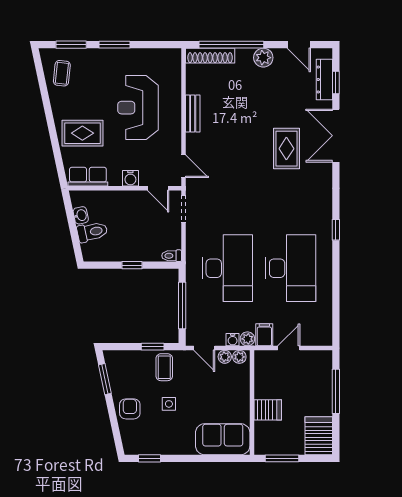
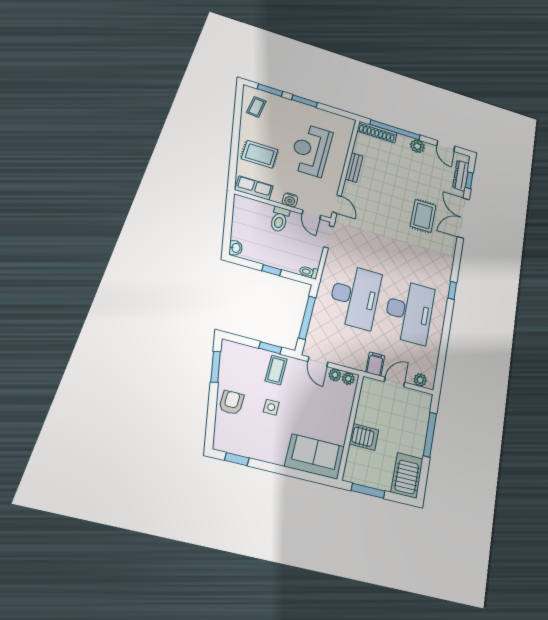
washbasin: (81, 215) -> (236, 248), moved
toilet: (92, 232) -> (280, 219), moved, turned 102
plant: (247, 339) -> (420, 380), moved
water cooler: (233, 340) -> (346, 361), removed

